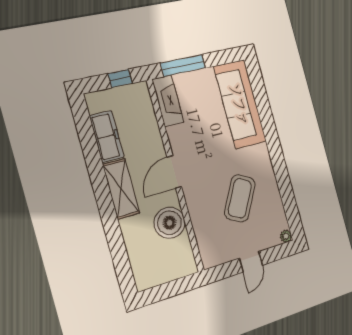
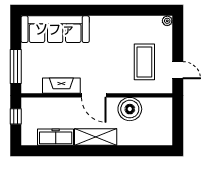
fireplace: (168, 101) -> (61, 86), moved
coffee table: (240, 198) -> (144, 62), moved, turned 61
door: (251, 262) -> (178, 70), moved

